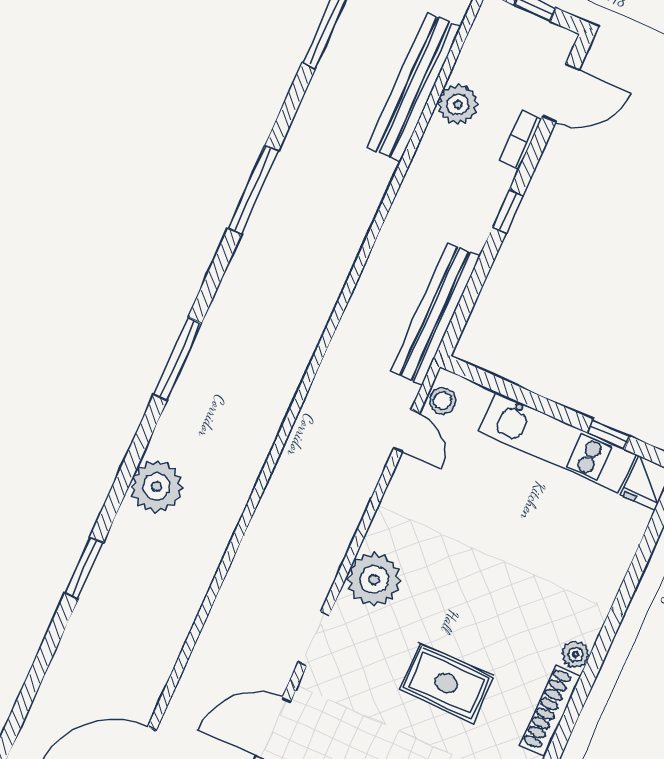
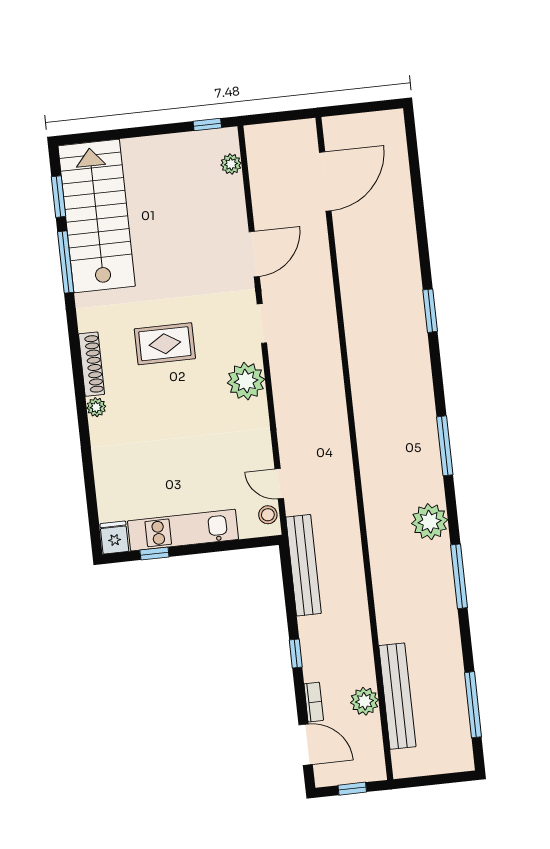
door: (561, 93) -> (306, 745), swing flipped
plant: (157, 487) -> (430, 522), moved
window: (84, 568) -> (430, 311), moved

